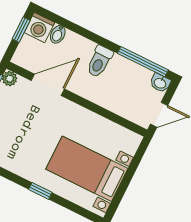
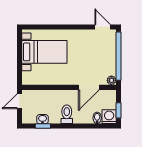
window: (143, 62) -> (43, 126), width x0.46
washbasin: (160, 83) -> (43, 119), moved
window: (40, 191) -> (64, 27), removed

